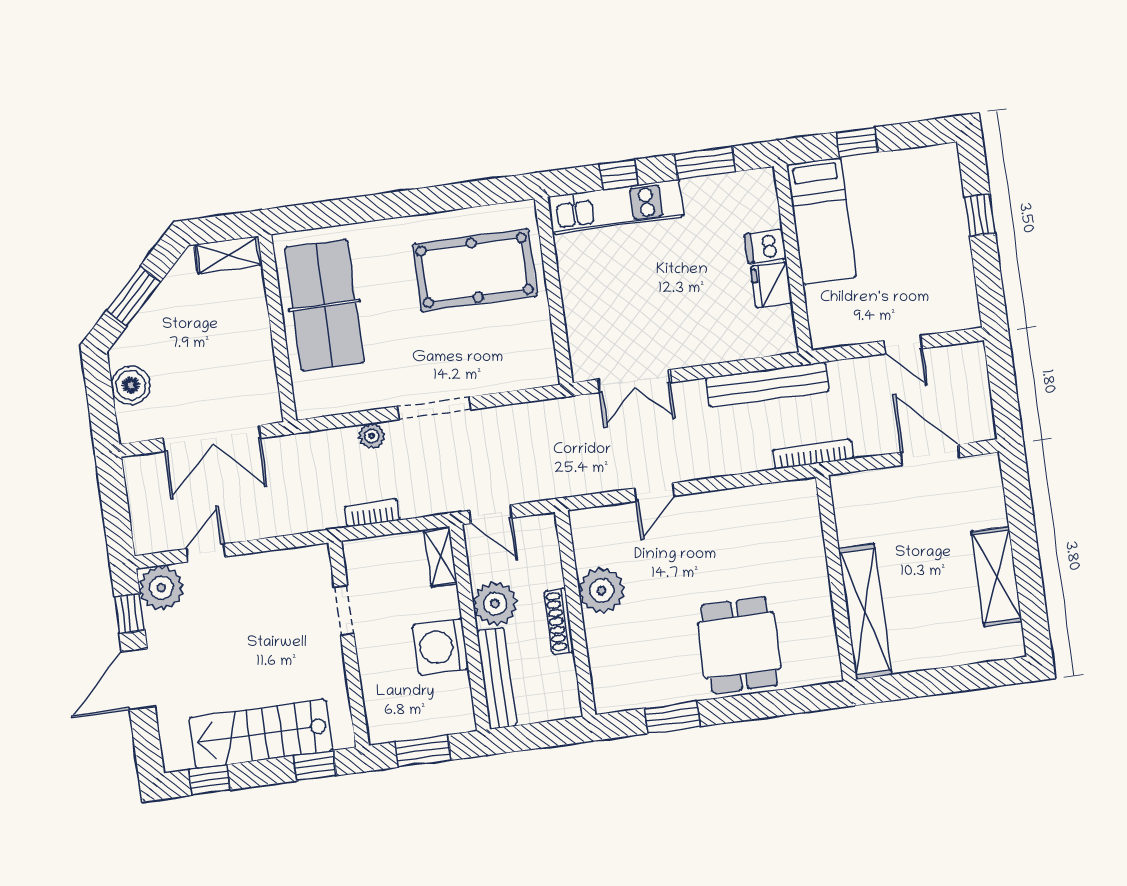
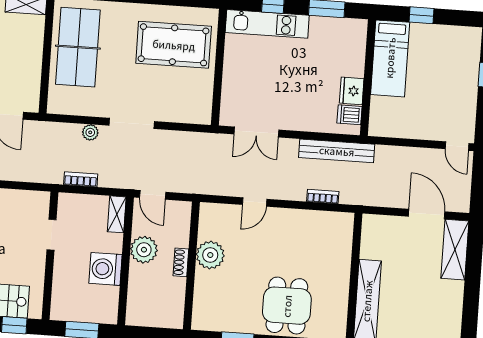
dishwasher: (765, 247) -> (350, 115), moved
door: (903, 345) -> (457, 146), moved
bookcase: (813, 454) -> (323, 197), moved, width x0.64
shelving: (997, 576) -> (455, 250), moved
shoe rack: (559, 621) -> (181, 262), width x0.70
bench: (497, 678) -> (136, 295), removed

